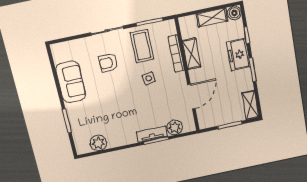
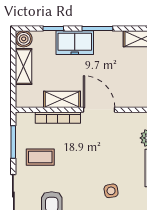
coffee table: (142, 46) -> (40, 157), width x0.73, depth x0.77
side table: (149, 78) -> (111, 191), moved
door: (191, 97) -> (99, 110), moved

